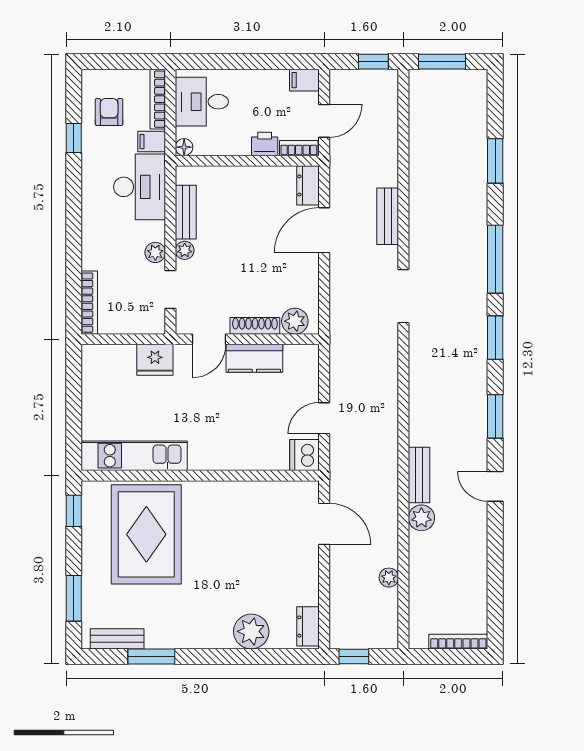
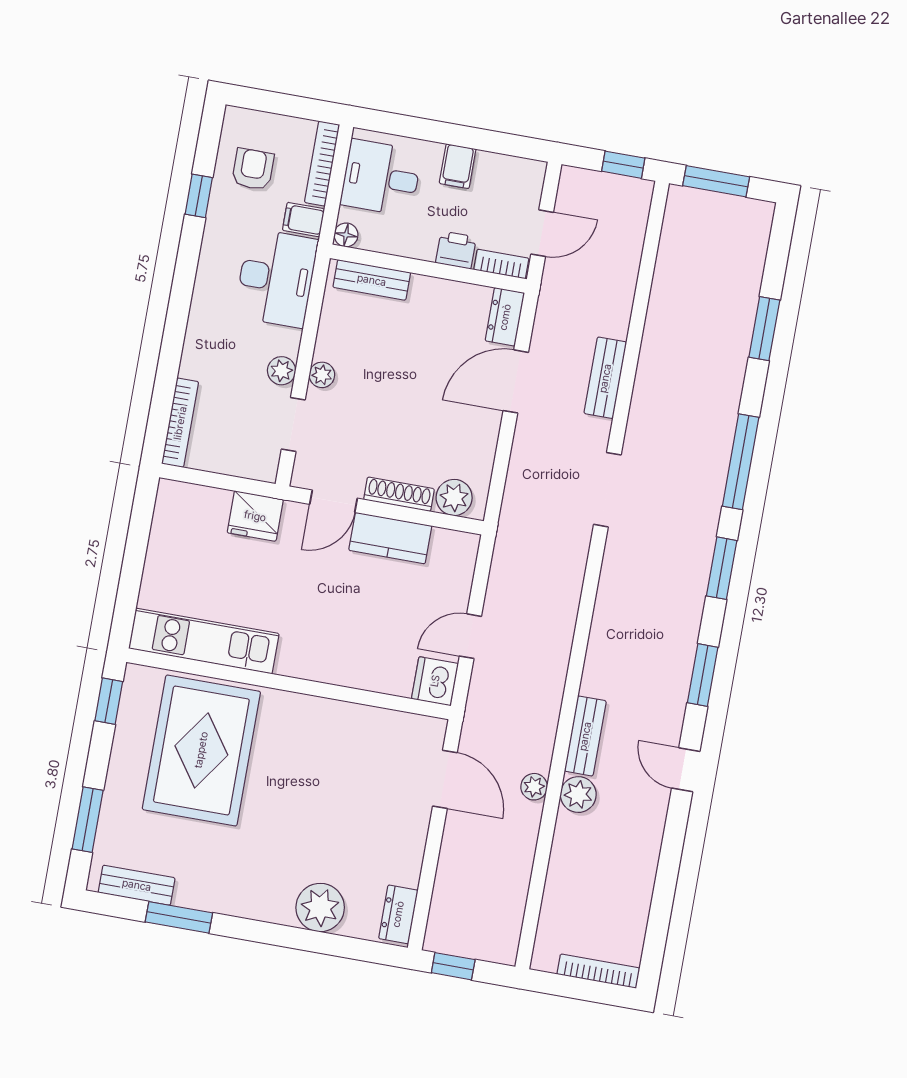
filing cabinet: (304, 80) -> (458, 166), moved, turned -90
bench: (186, 212) -> (372, 280), moved, turned 90
plant: (389, 578) -> (534, 787), moved

